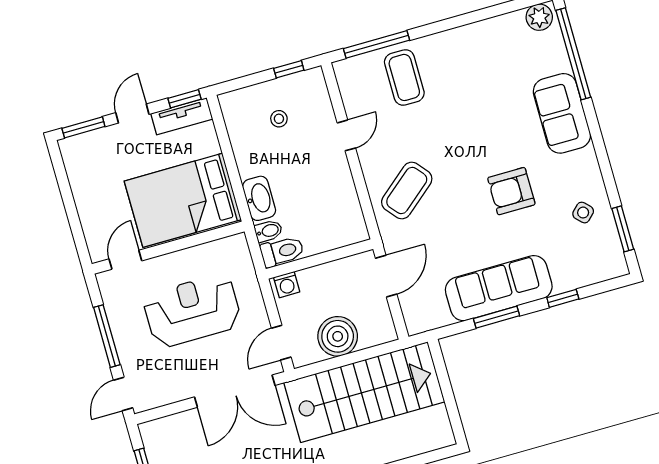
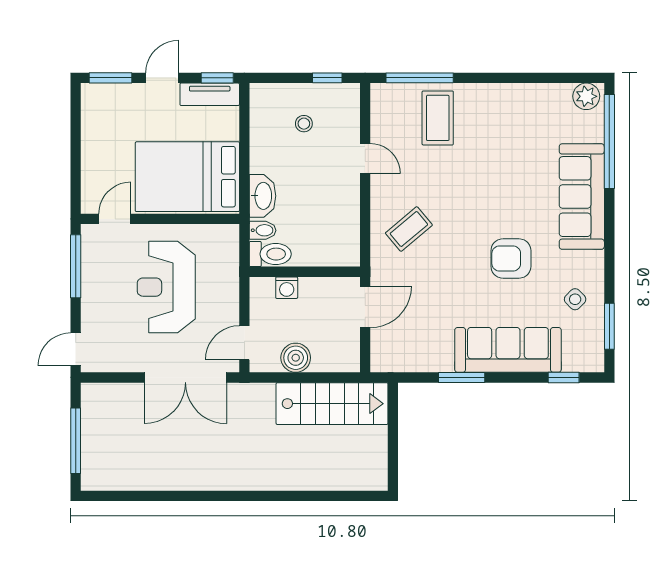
sofa: (562, 113) -> (582, 197), width x1.36
door: (346, 135) -> (365, 158), hinge flipped
coffee table: (407, 190) -> (409, 229), width x0.73, depth x0.77
washing machine: (287, 285) -> (287, 288), moved
sofa: (499, 288) -> (508, 350), moved
window: (563, 298) -> (564, 377), moved
reception desk: (192, 311) -> (166, 287), turned -90
window: (107, 336) -> (76, 266), moved
boiler: (338, 336) -> (296, 358), width x0.73, depth x0.73
stairs: (364, 392) -> (332, 404), width x0.73, depth x0.66

